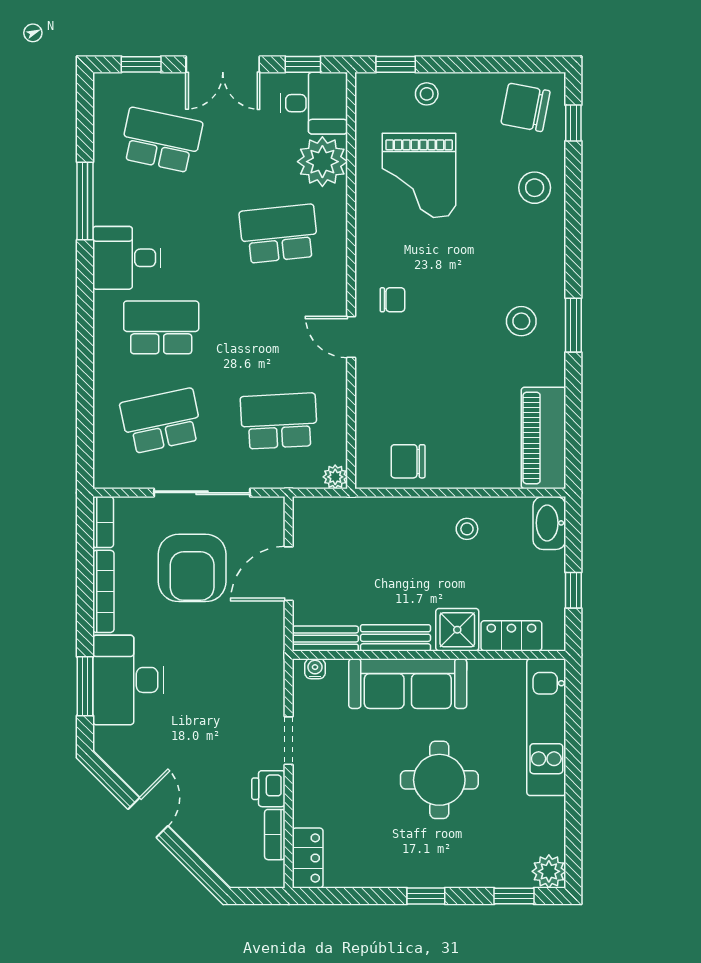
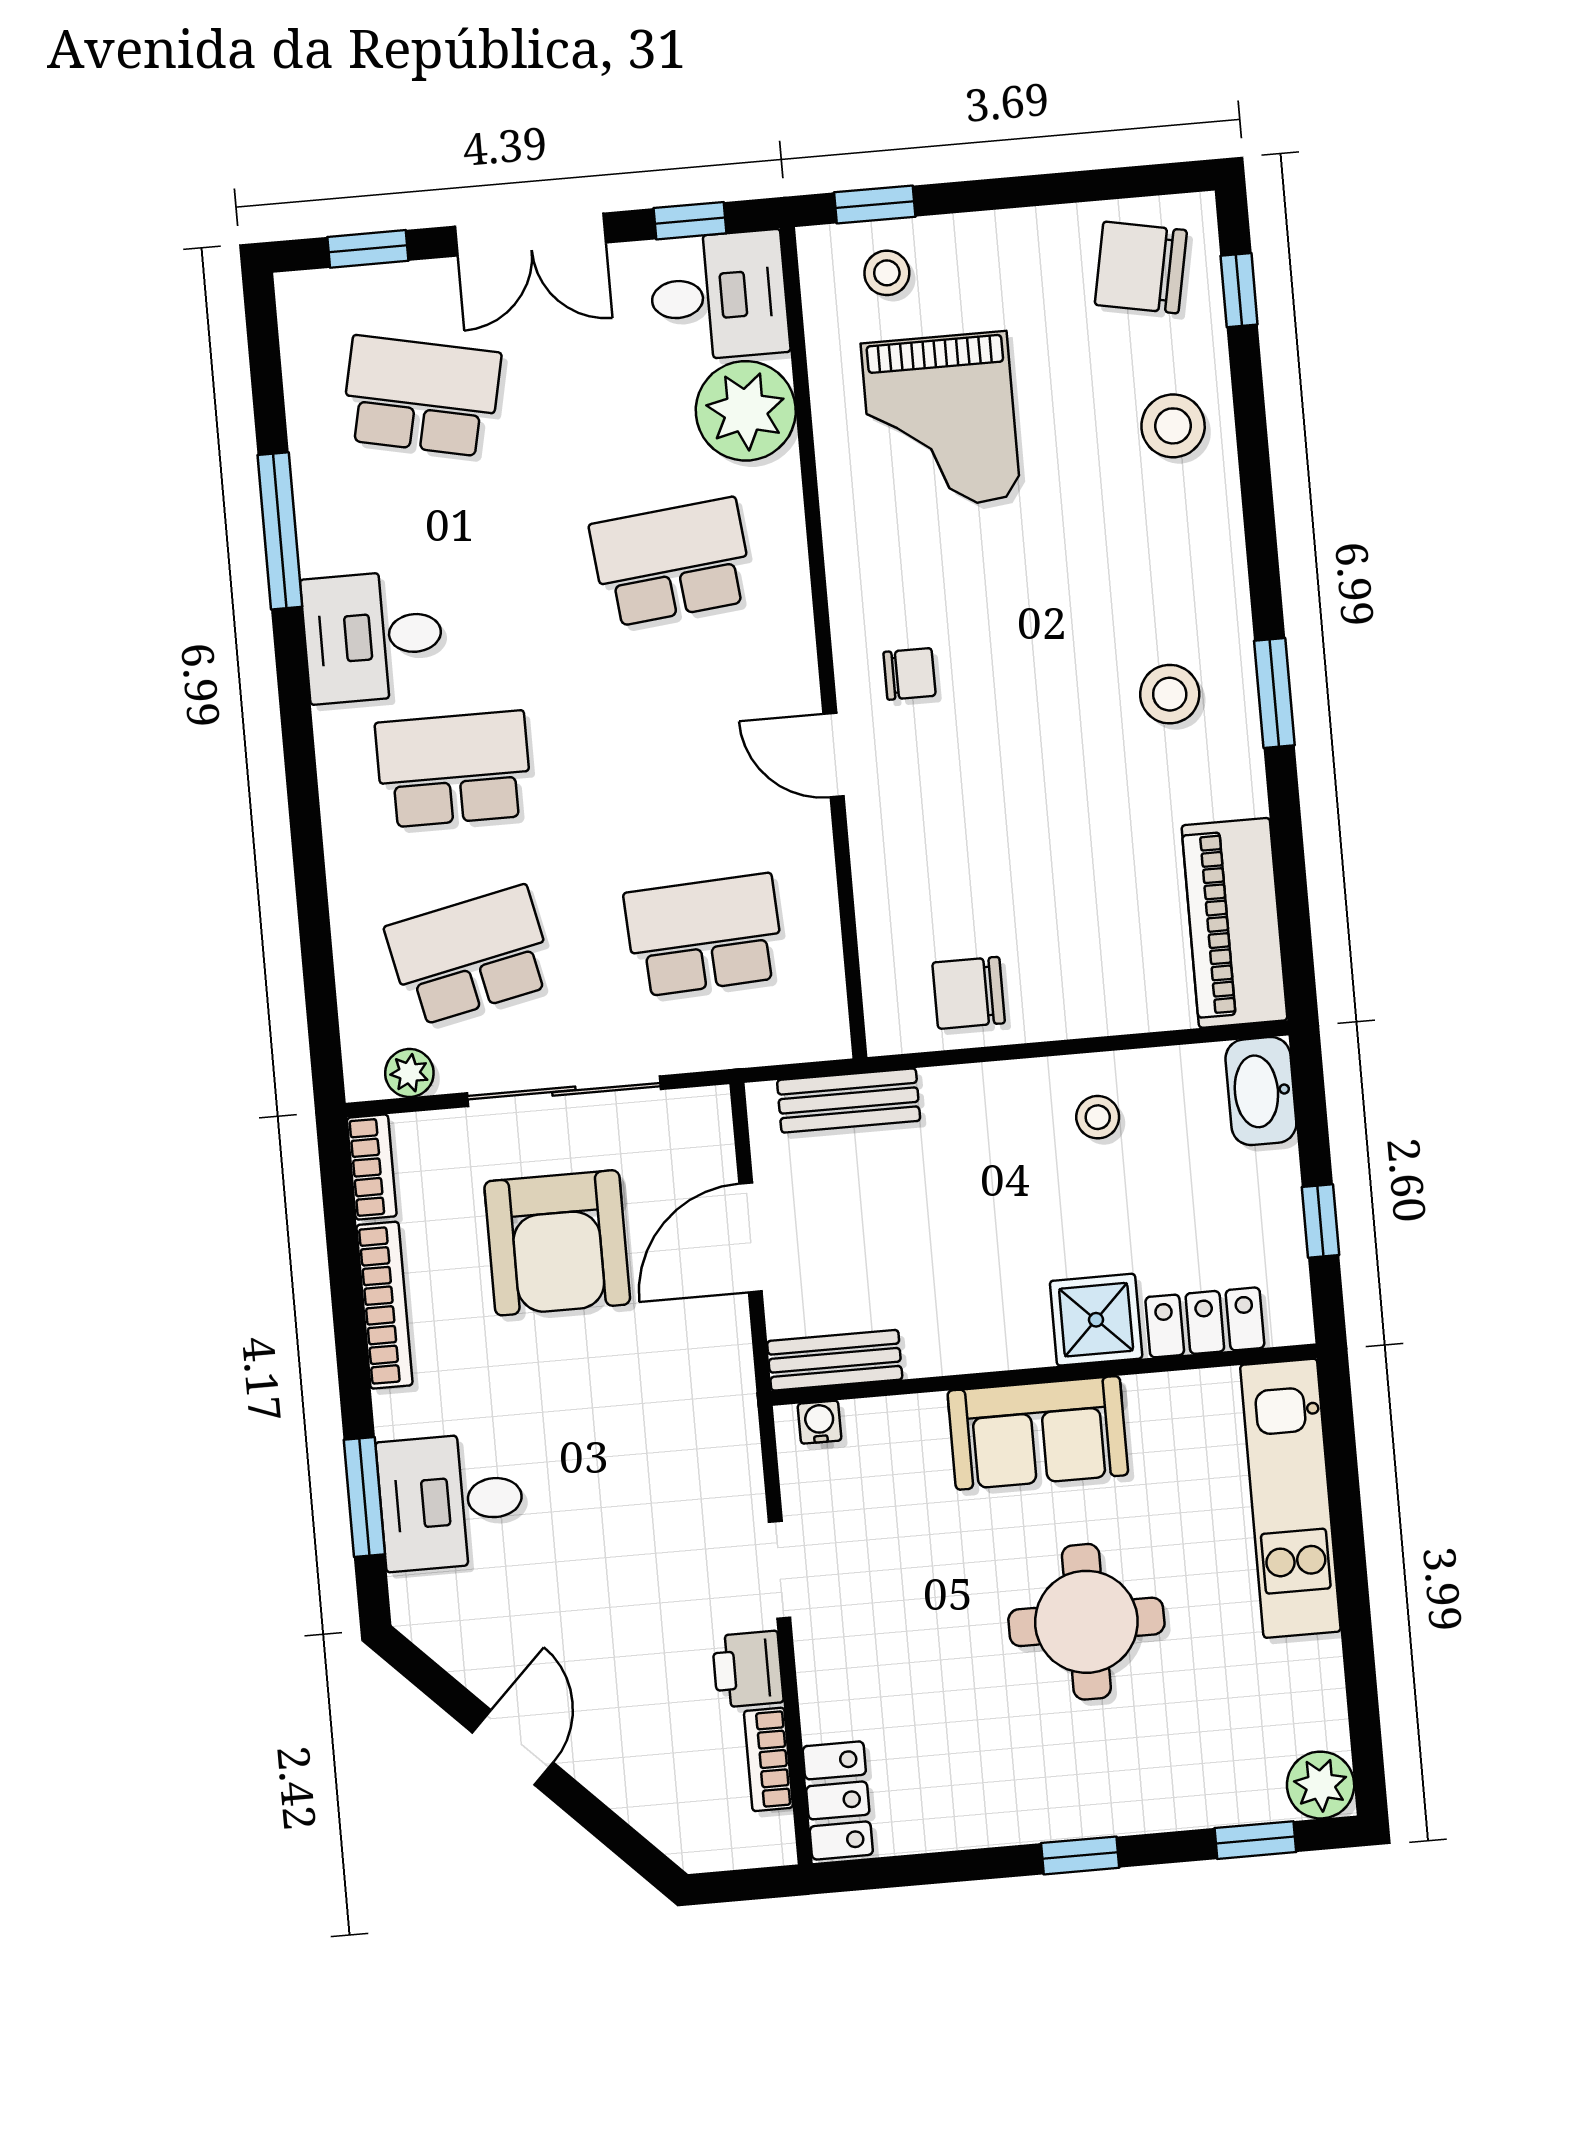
stool: (427, 94) -> (887, 273), moved
plant: (335, 477) -> (409, 1073), moved
bench: (395, 638) -> (849, 1100), moved
desk: (128, 680) -> (451, 1501), width x0.73
sofa: (408, 684) -> (1038, 1433), width x0.73

